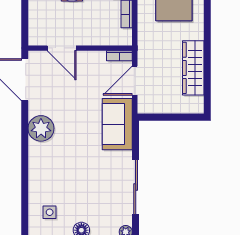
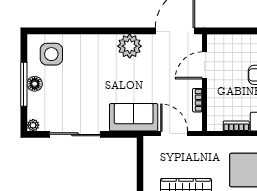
bookcase: (119, 56) -> (197, 100), moved
side table: (50, 212) -> (51, 54), width x1.87, depth x1.87

